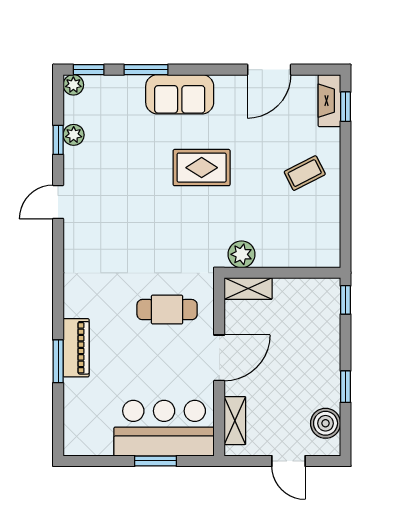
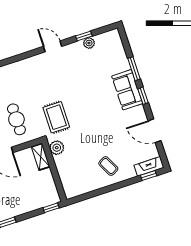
window: (89, 70) -> (143, 96), moved
plant: (73, 85) -> (114, 35), removed
rug: (202, 168) -> (56, 117), moved

